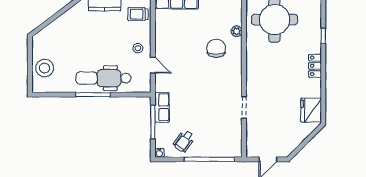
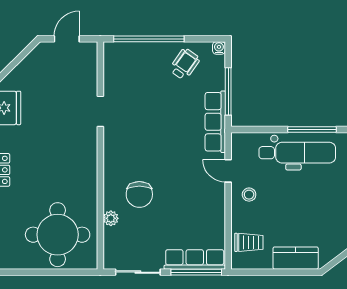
row of seats: (162, 107) -> (215, 122), width x1.48

